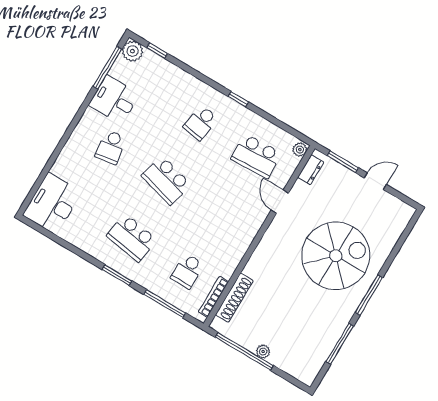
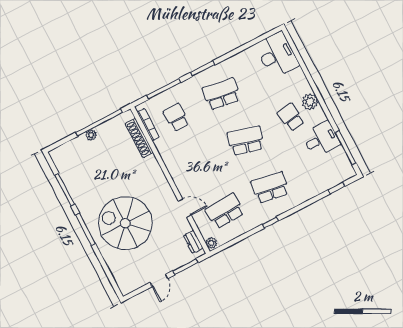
plant: (132, 51) -> (310, 102), moved
school desk: (201, 123) -> (270, 188), width x1.85
spiral stairs: (336, 256) -> (125, 223), turned 90

